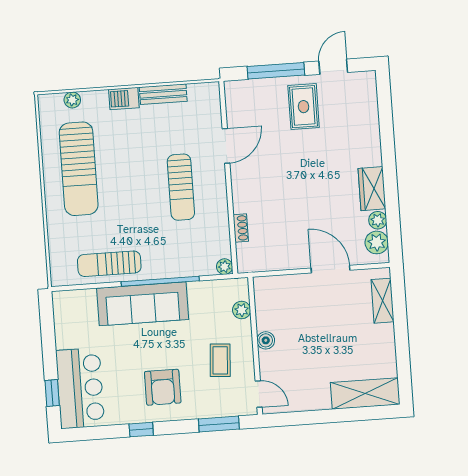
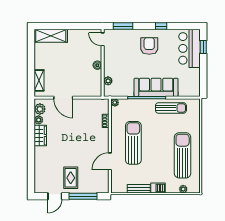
sun lounger: (181, 187) -> (133, 143), width x1.36, depth x1.34
coffee table: (220, 360) -> (120, 57), removed

